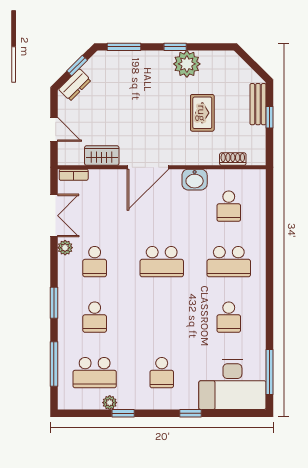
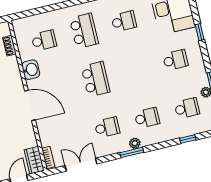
wardrobe: (102, 156) -> (34, 160), moved
plant: (65, 248) -> (135, 143), moved
window: (54, 303) -> (132, 152), moved
window: (54, 364) -> (188, 139), width x0.46
school desk: (95, 373) -> (187, 108), width x0.54

